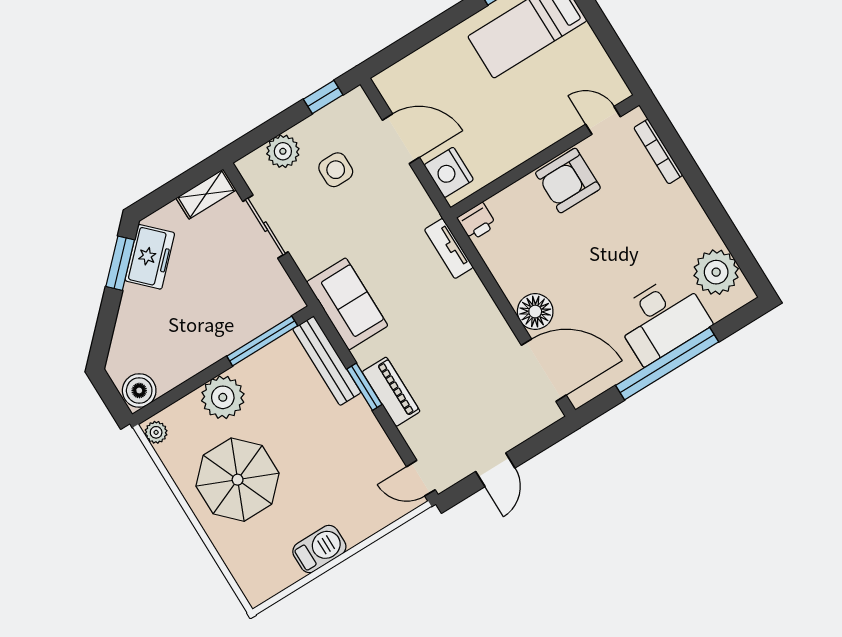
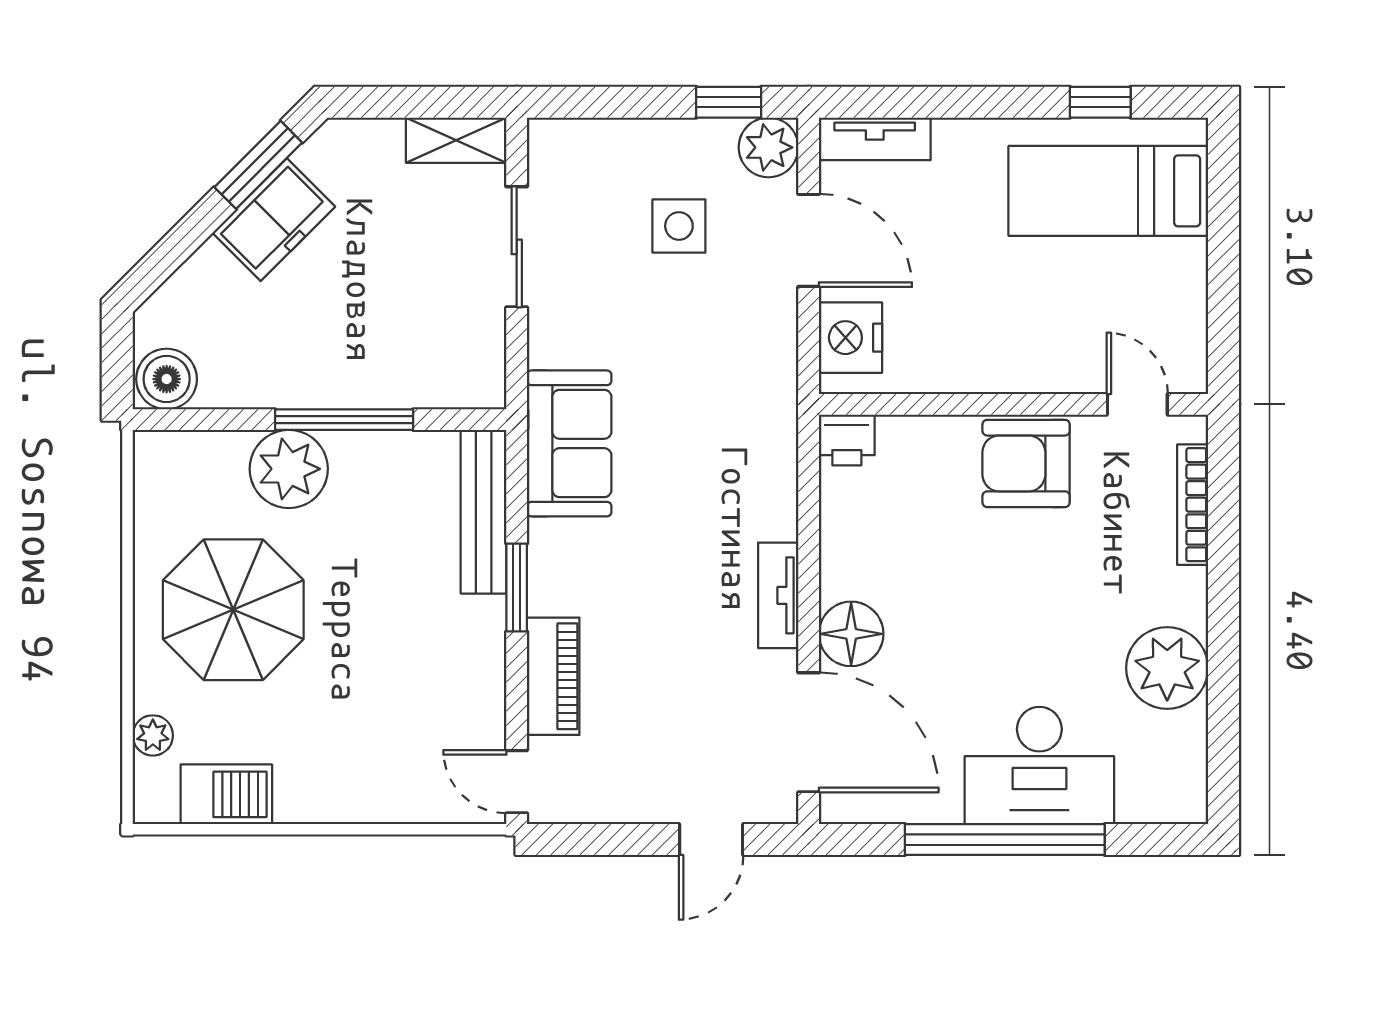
tv unit: (402, 72) -> (875, 139), added
plant: (283, 151) -> (769, 147), moved
tv unit: (449, 248) -> (778, 595), moved
freezer: (150, 257) -> (274, 220), moved
plant: (716, 272) -> (1167, 668), moved
window: (262, 341) -> (344, 420), moved
piano: (391, 392) -> (553, 676), moved
plant: (156, 432) -> (153, 735), moved
door: (495, 470) -> (711, 840), moved
barbecue: (319, 549) -> (226, 794), moved

